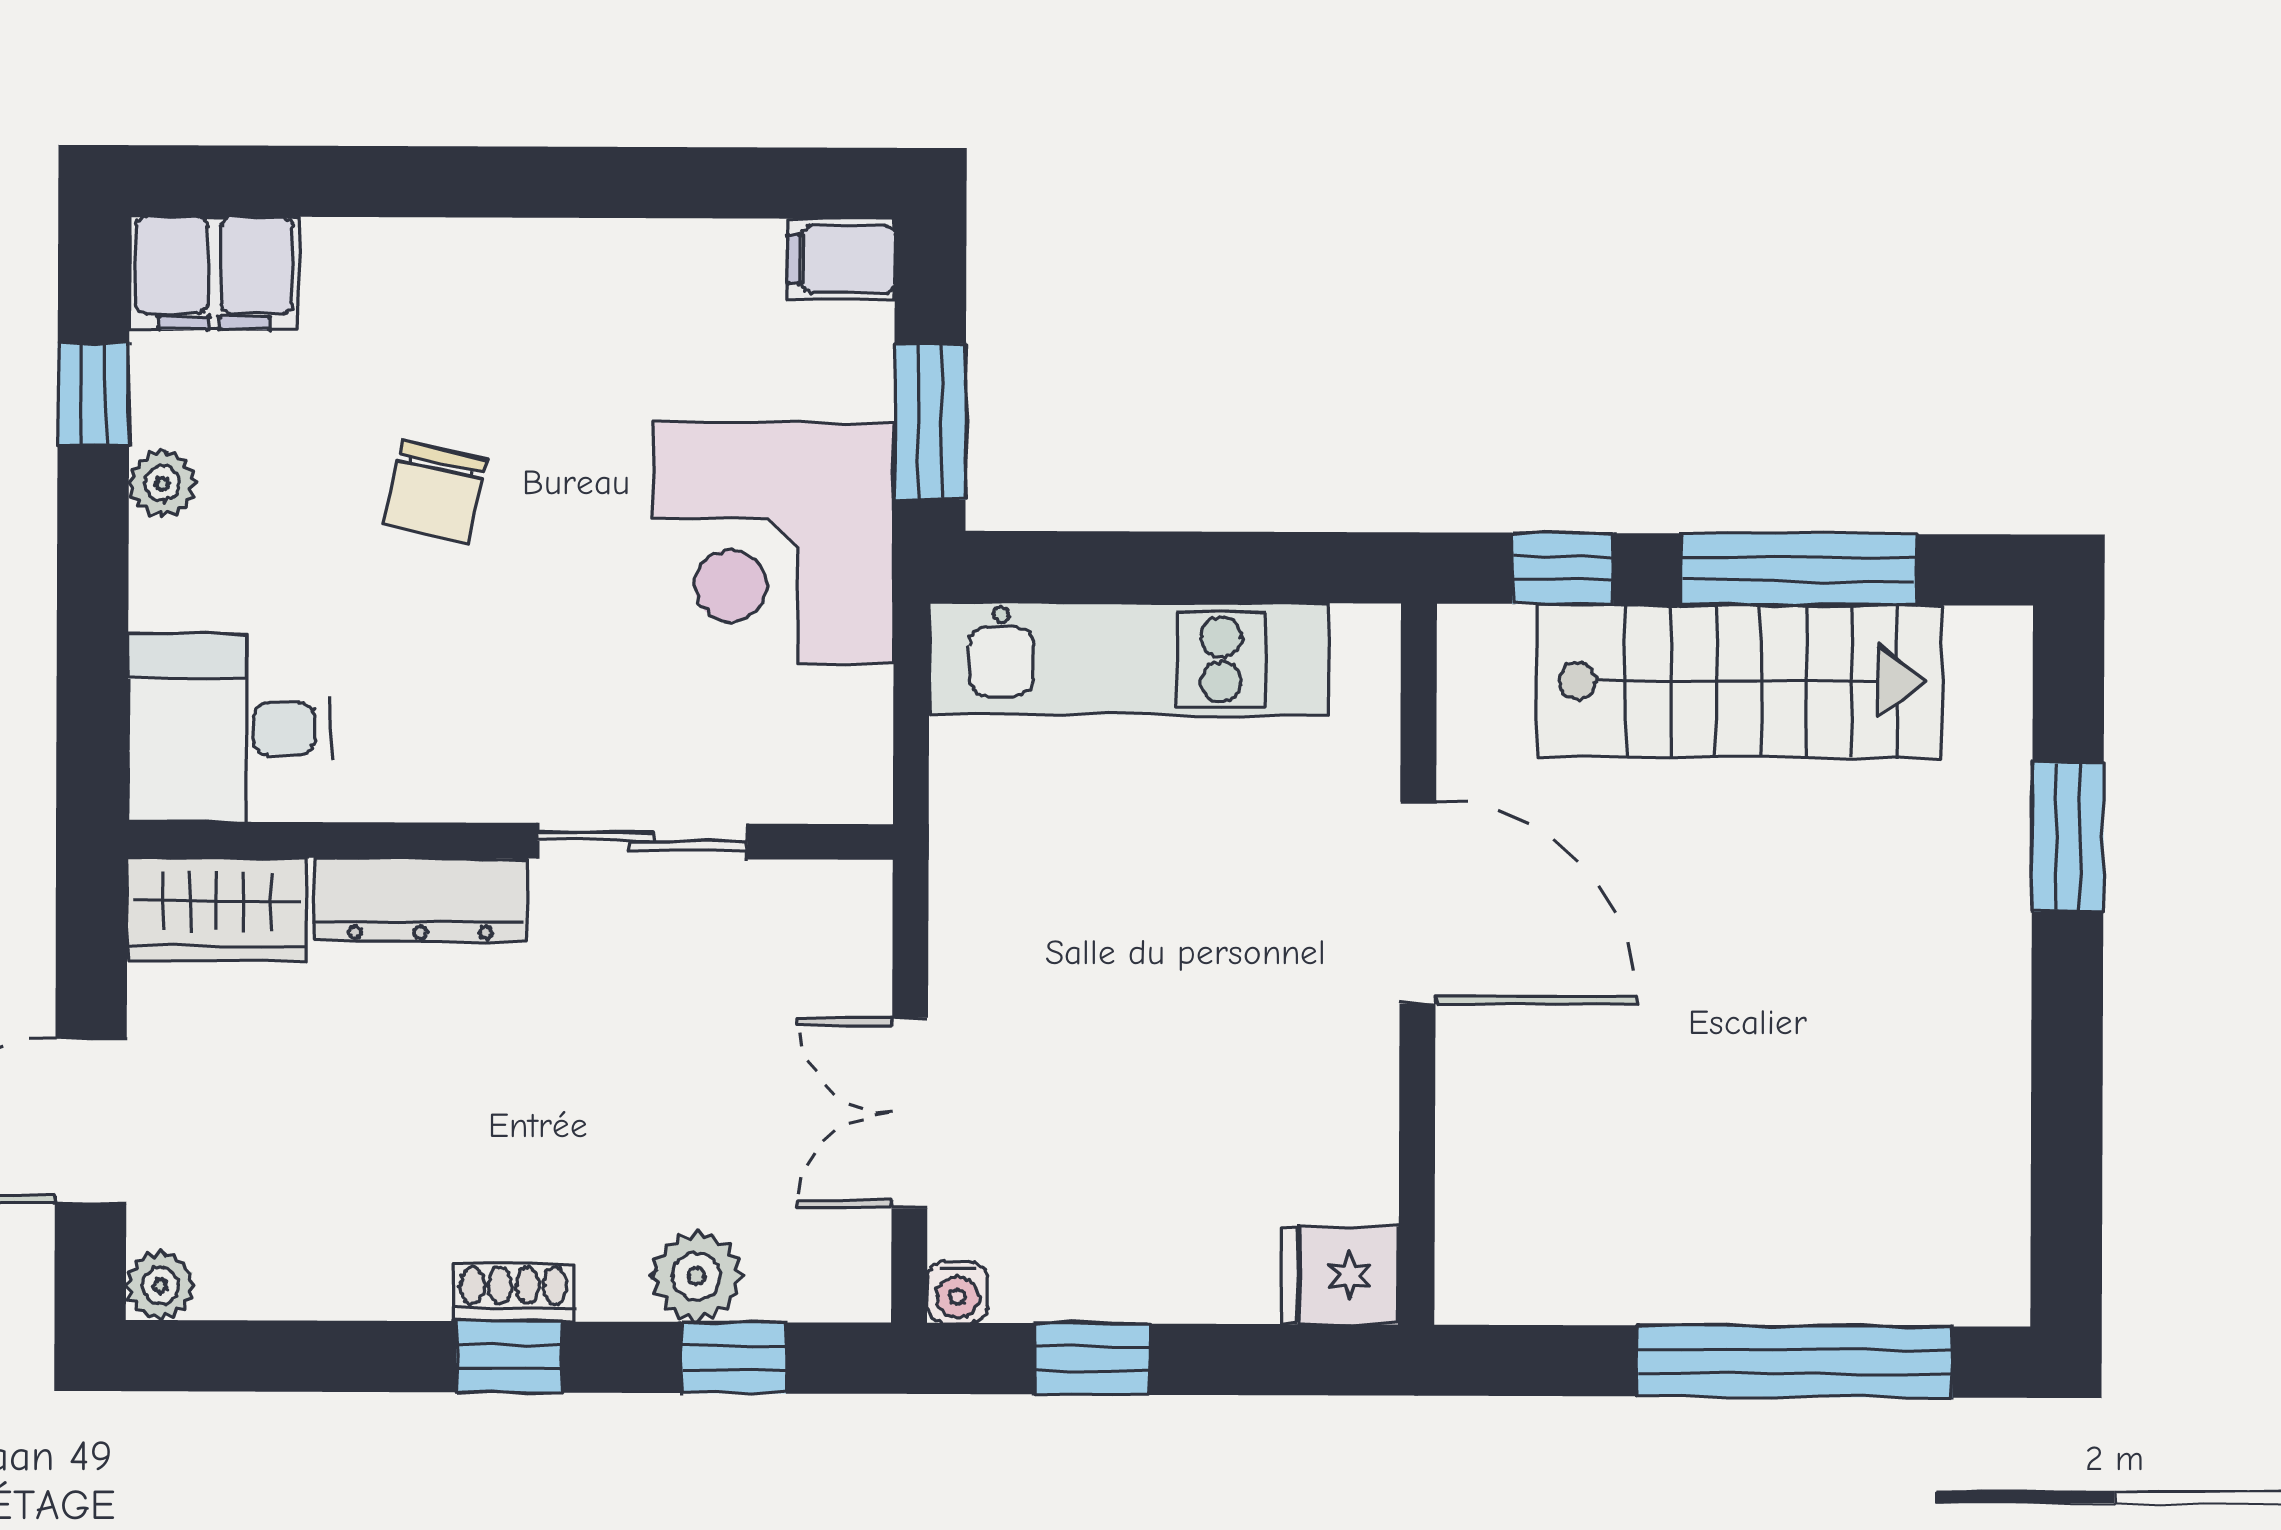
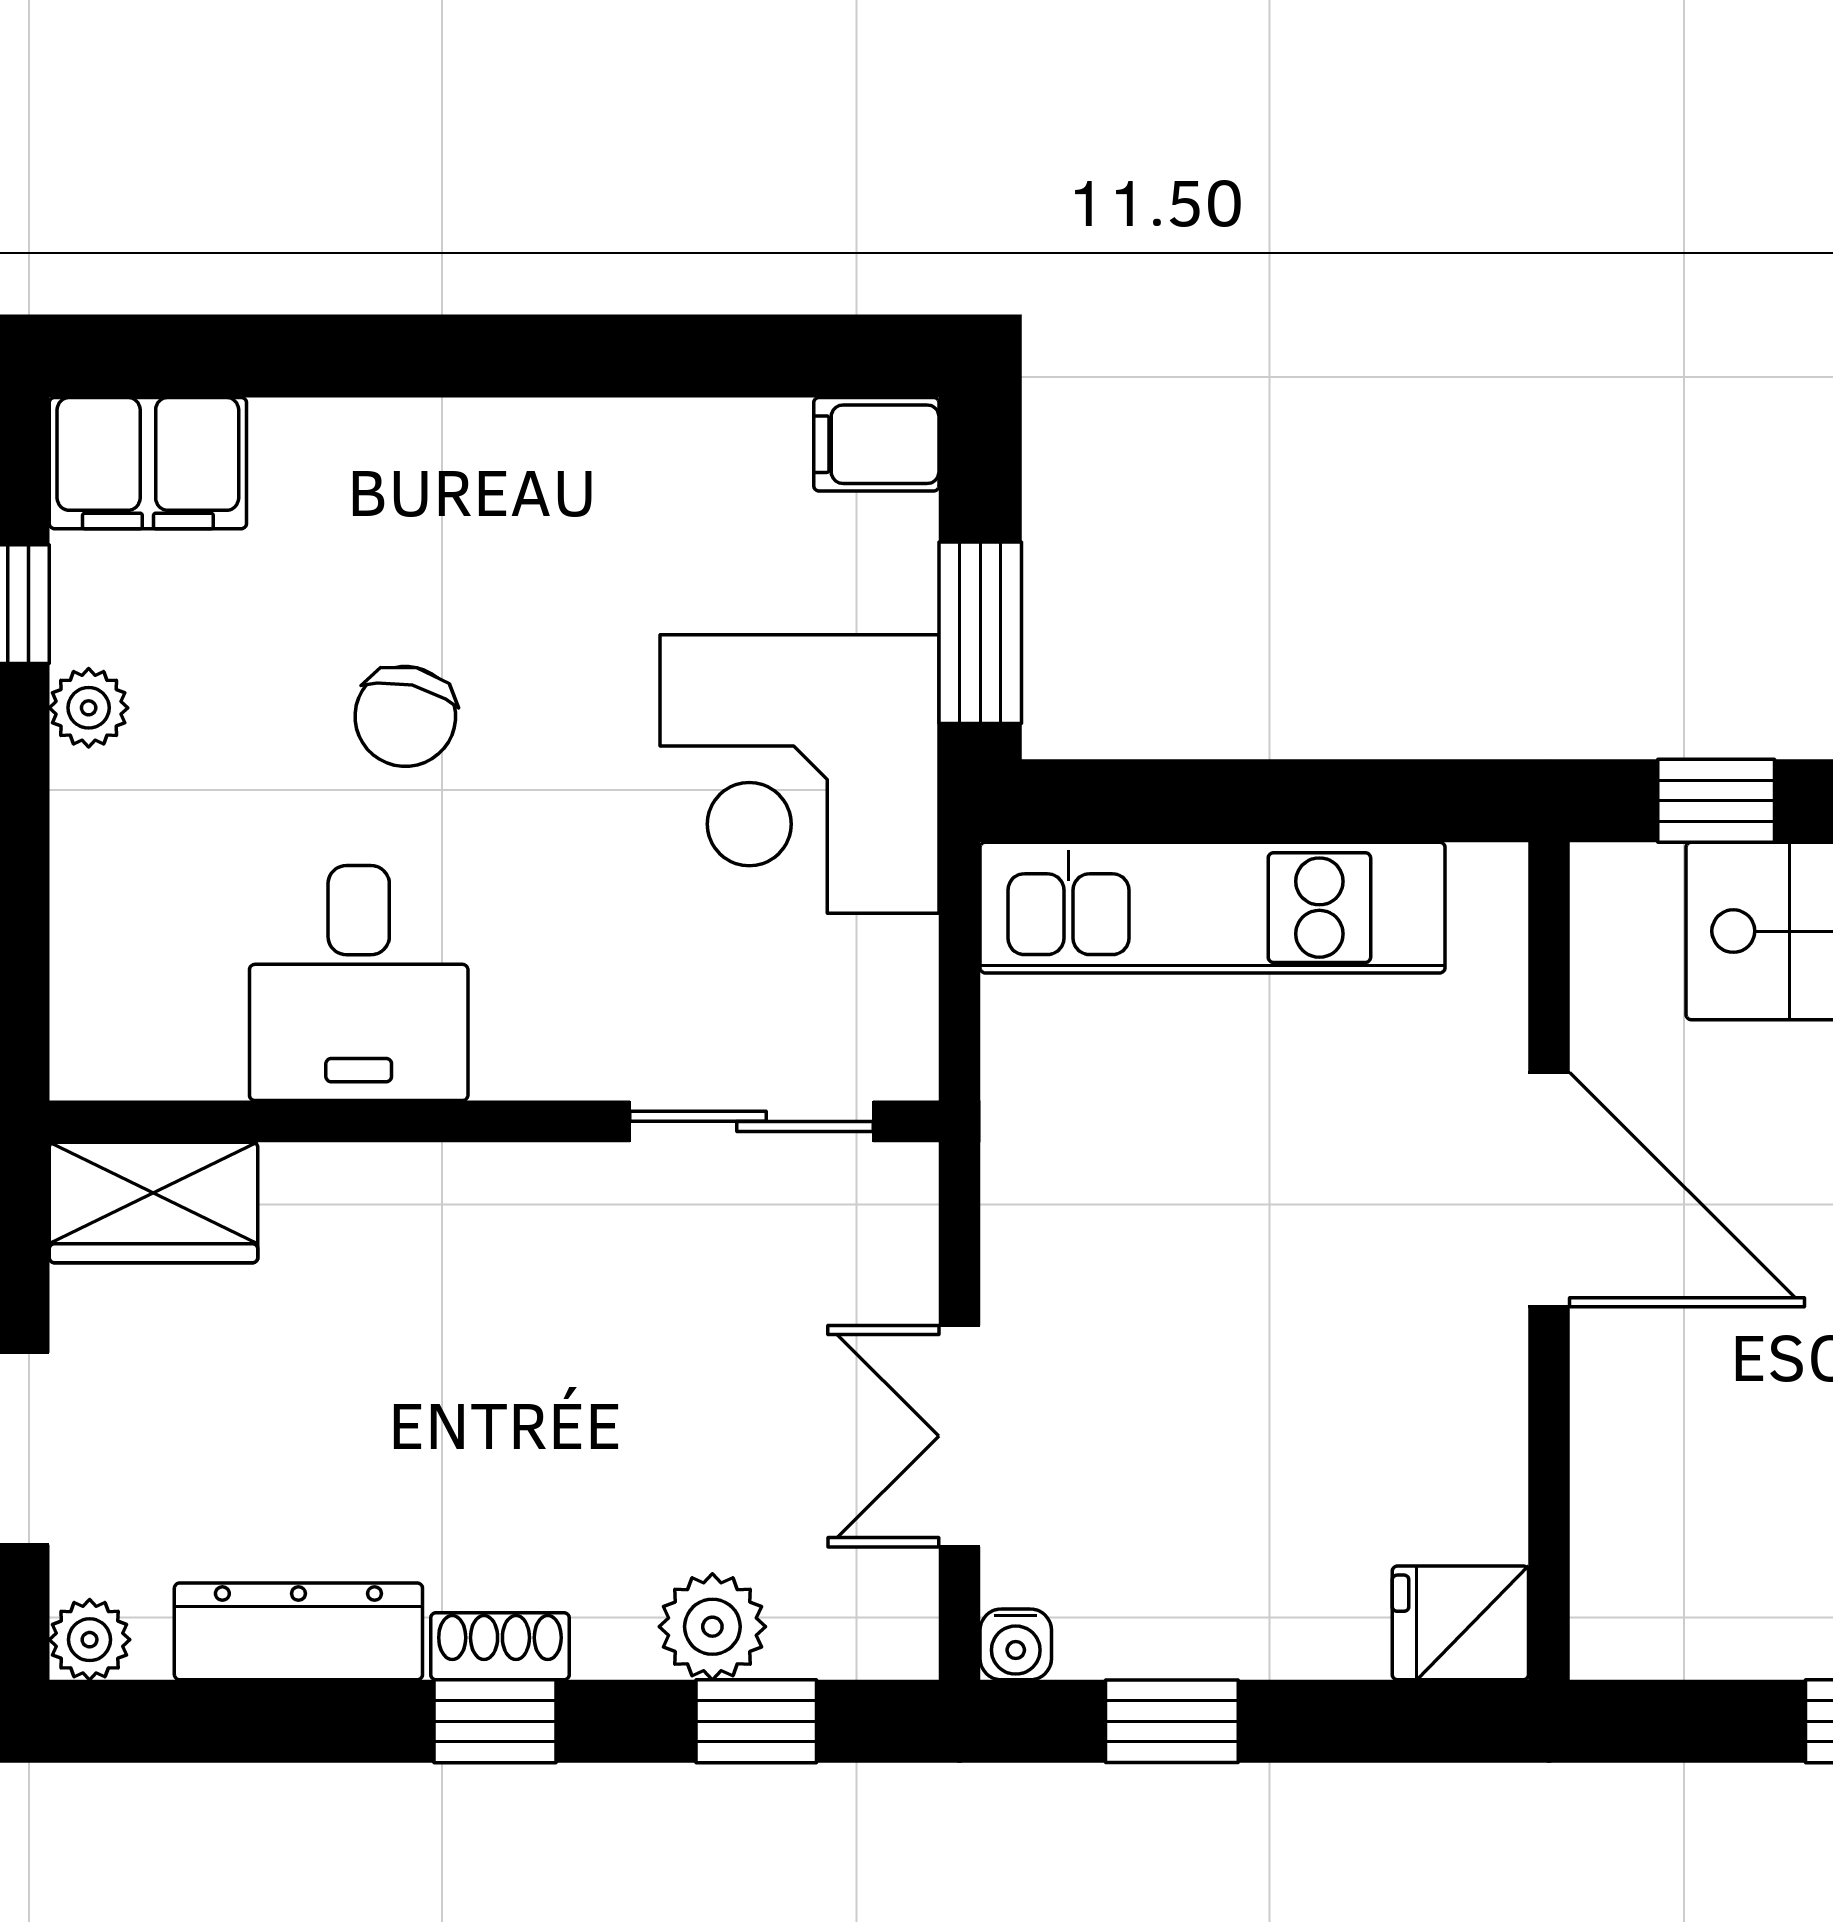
desk: (229, 728) -> (359, 983), moved, turned -90
sliding door: (642, 841) -> (752, 1121), moved
dresser: (420, 900) -> (298, 1631), moved, turned 180

